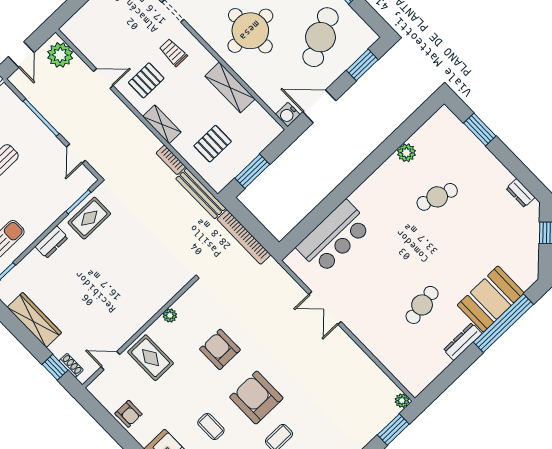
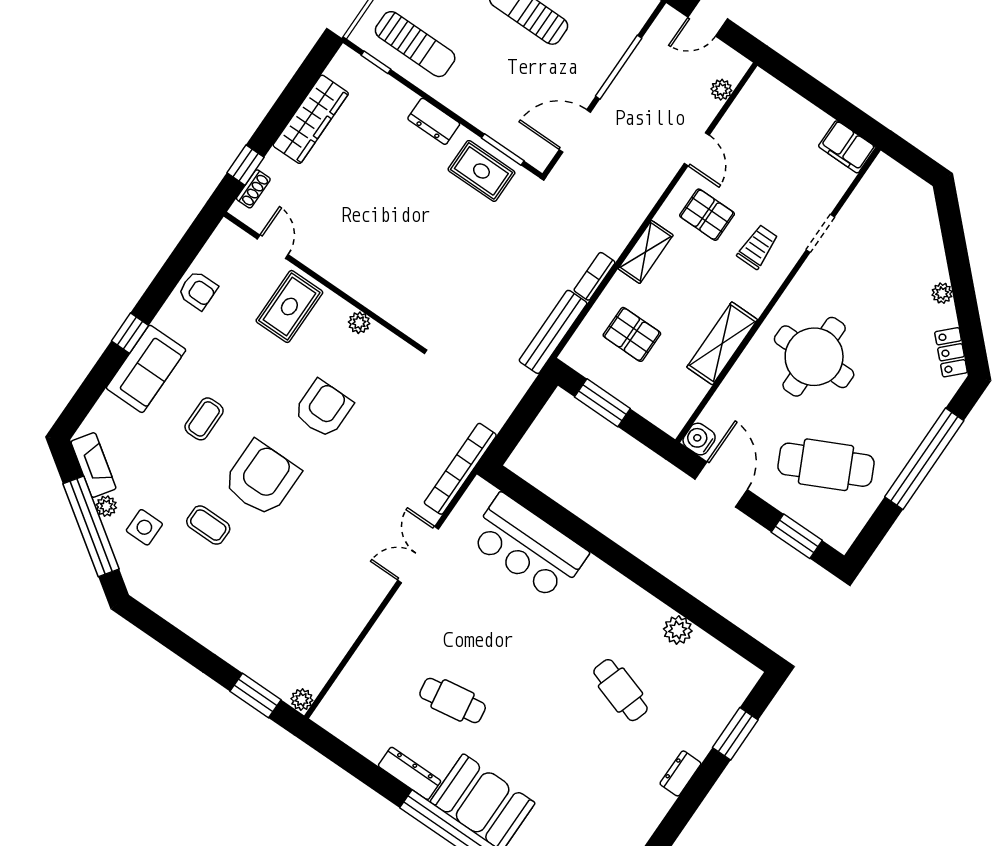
plant: (60, 55) -> (721, 90), width x0.53, depth x0.53
door: (76, 154) -> (575, 131), width x1.38
dresser: (520, 193) -> (680, 773), moved
bookcase: (244, 237) -> (460, 469), moved
armchair: (128, 414) -> (198, 290), turned -90

